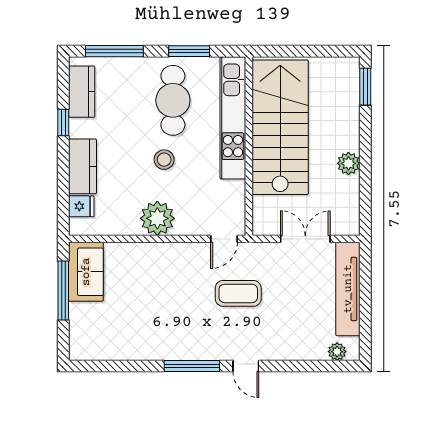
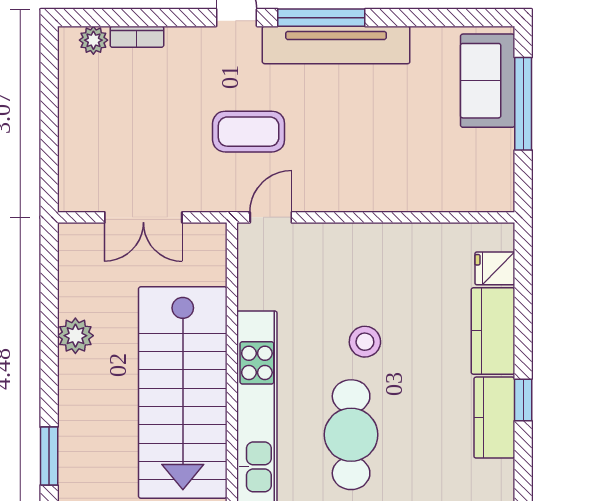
kitchen counter: (82, 92) -> (494, 418), moved
plant: (157, 218) -> (375, 249), removed
sofa: (86, 272) -> (488, 81), moved
tv unit: (348, 289) -> (336, 45), moved, turned 90
window: (63, 290) -> (523, 104), moved
bookcase: (309, 354) -> (137, 37), added

